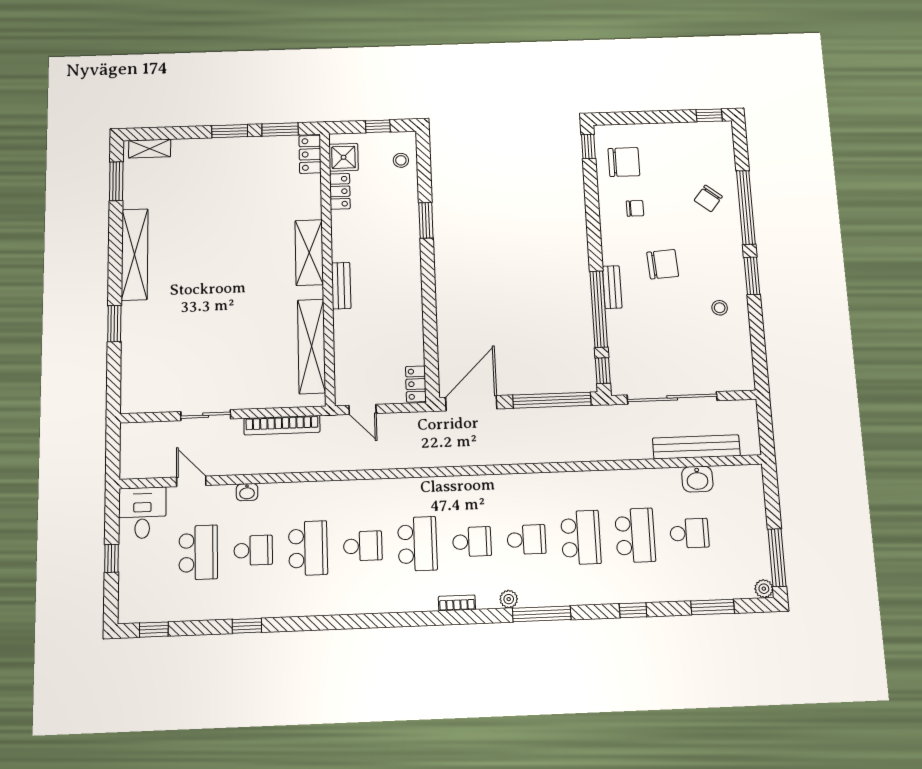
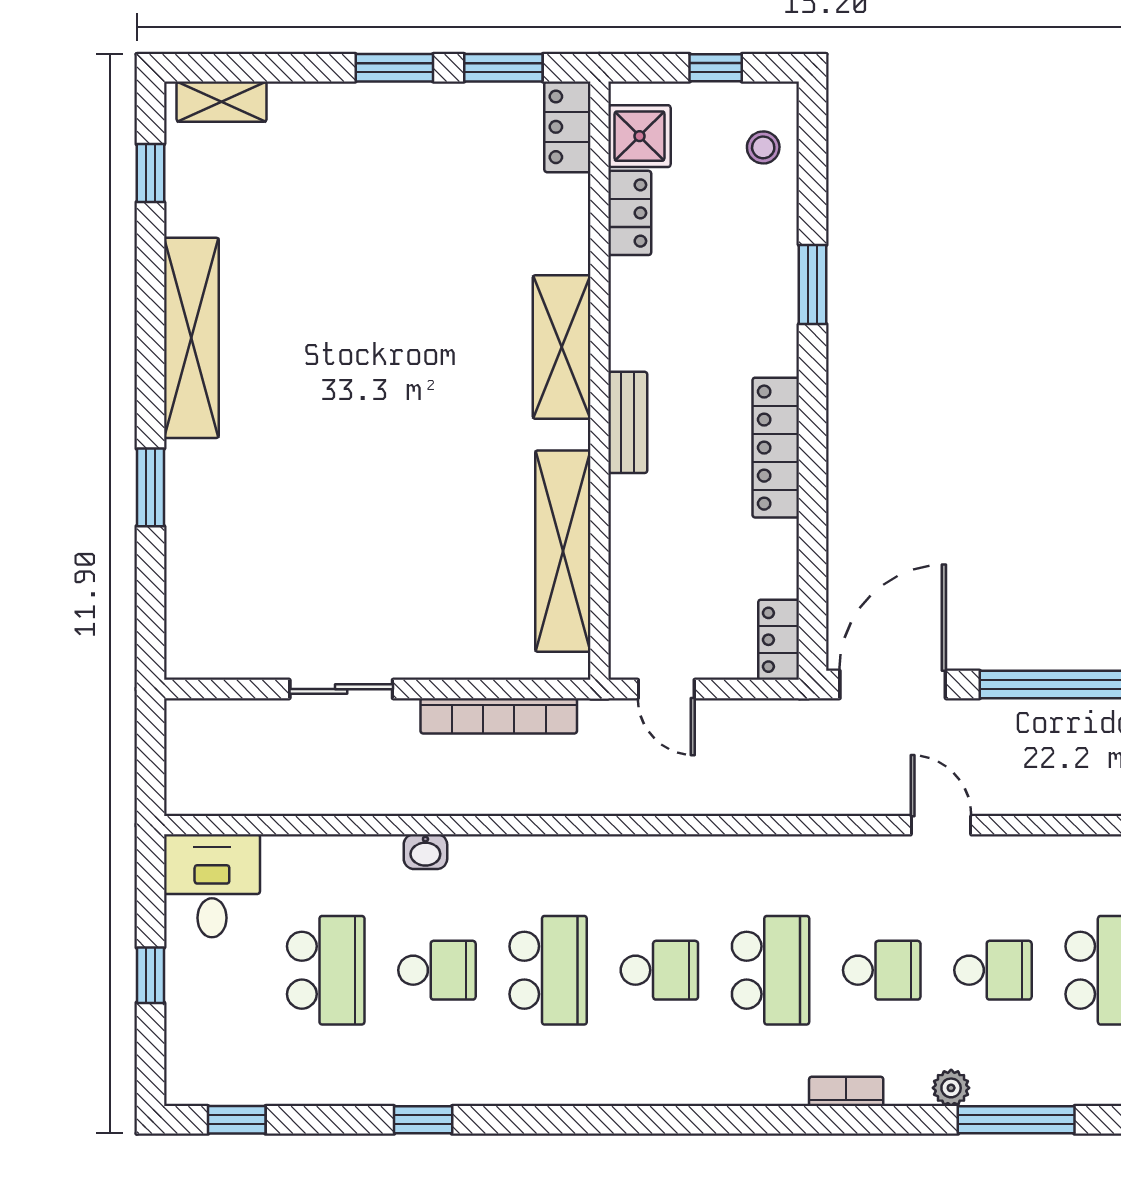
window: (116, 181) -> (150, 173), width x0.67
locker: (411, 295) -> (776, 448), added
door: (191, 481) -> (941, 825), moved

